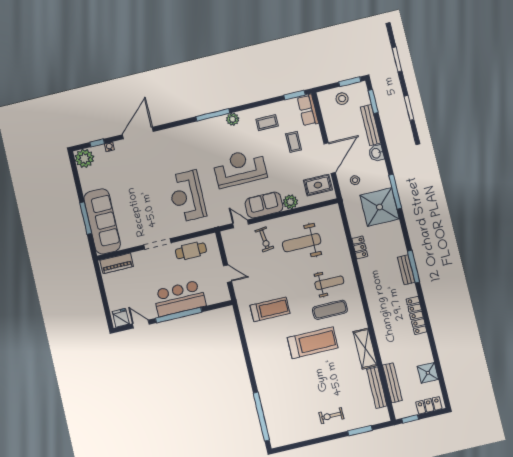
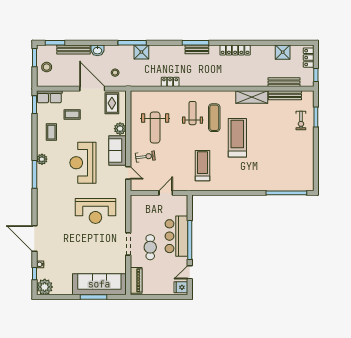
shower: (380, 207) -> (141, 52), width x0.54, depth x0.54
door: (241, 224) -> (128, 173), swing flipped
cafe table: (191, 251) -> (150, 247), moved
exercise bike: (331, 416) -> (301, 120), moved

